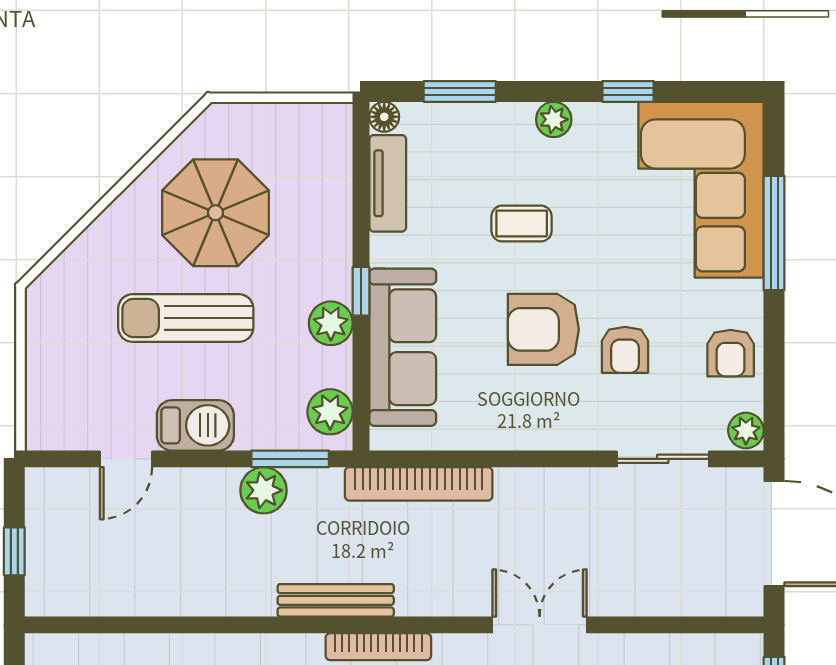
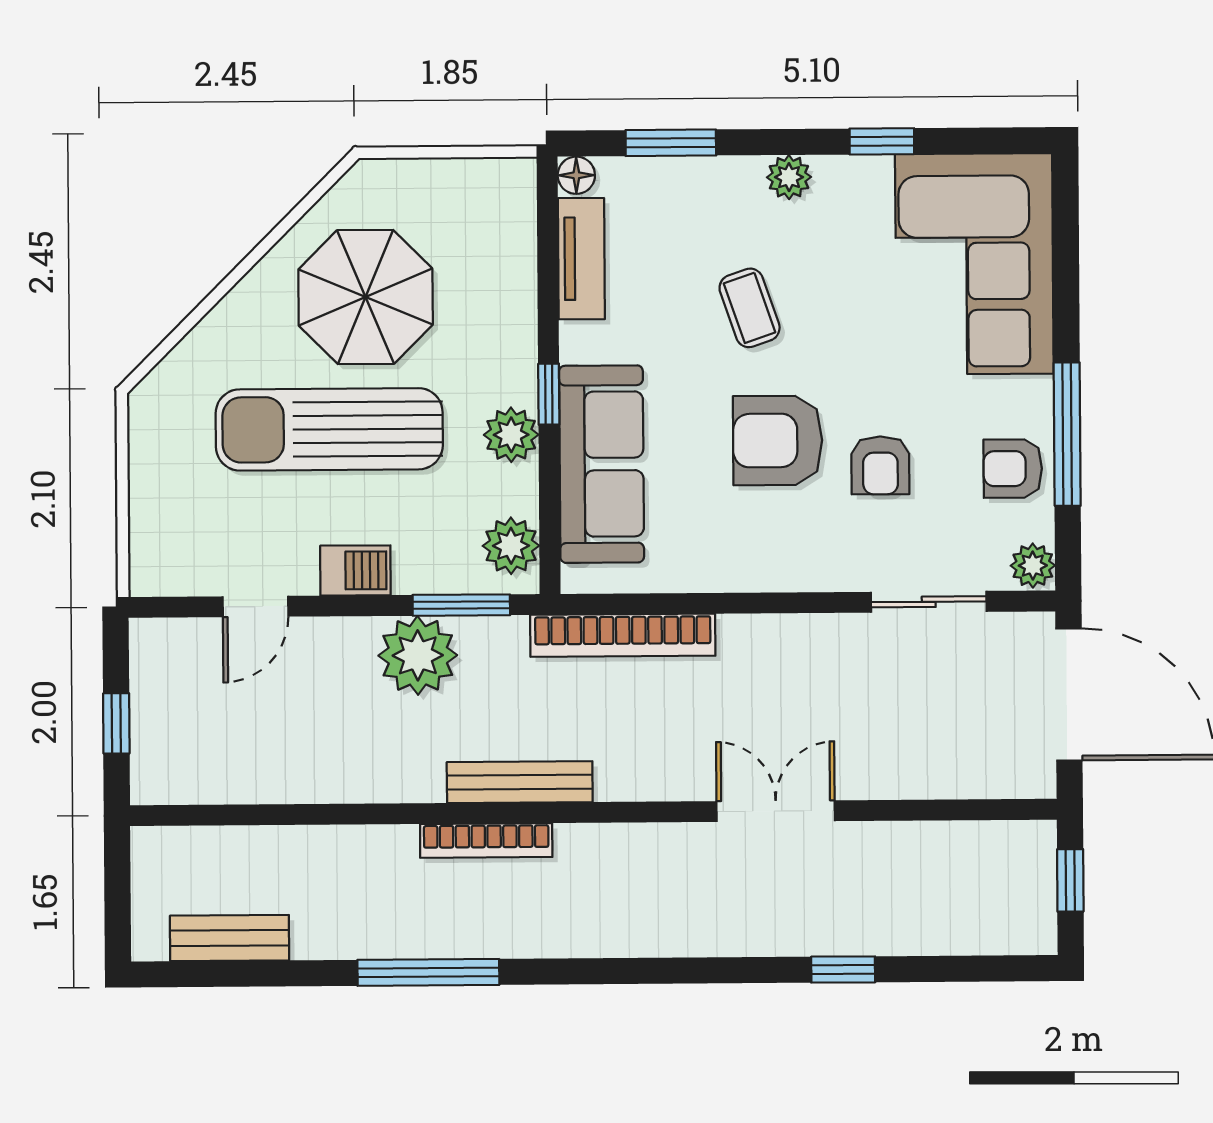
coffee table: (522, 224) -> (750, 308), turned 71
window: (774, 233) -> (1067, 434), moved
sun lounger: (186, 318) -> (329, 429), width x1.36, depth x1.34
armchair: (731, 353) -> (1013, 469), turned 90
barbecue: (195, 425) -> (355, 570), width x0.73, depth x0.79
plant: (264, 490) -> (418, 655), width x1.36, depth x1.36
bookcase: (378, 647) -> (486, 841), moved

